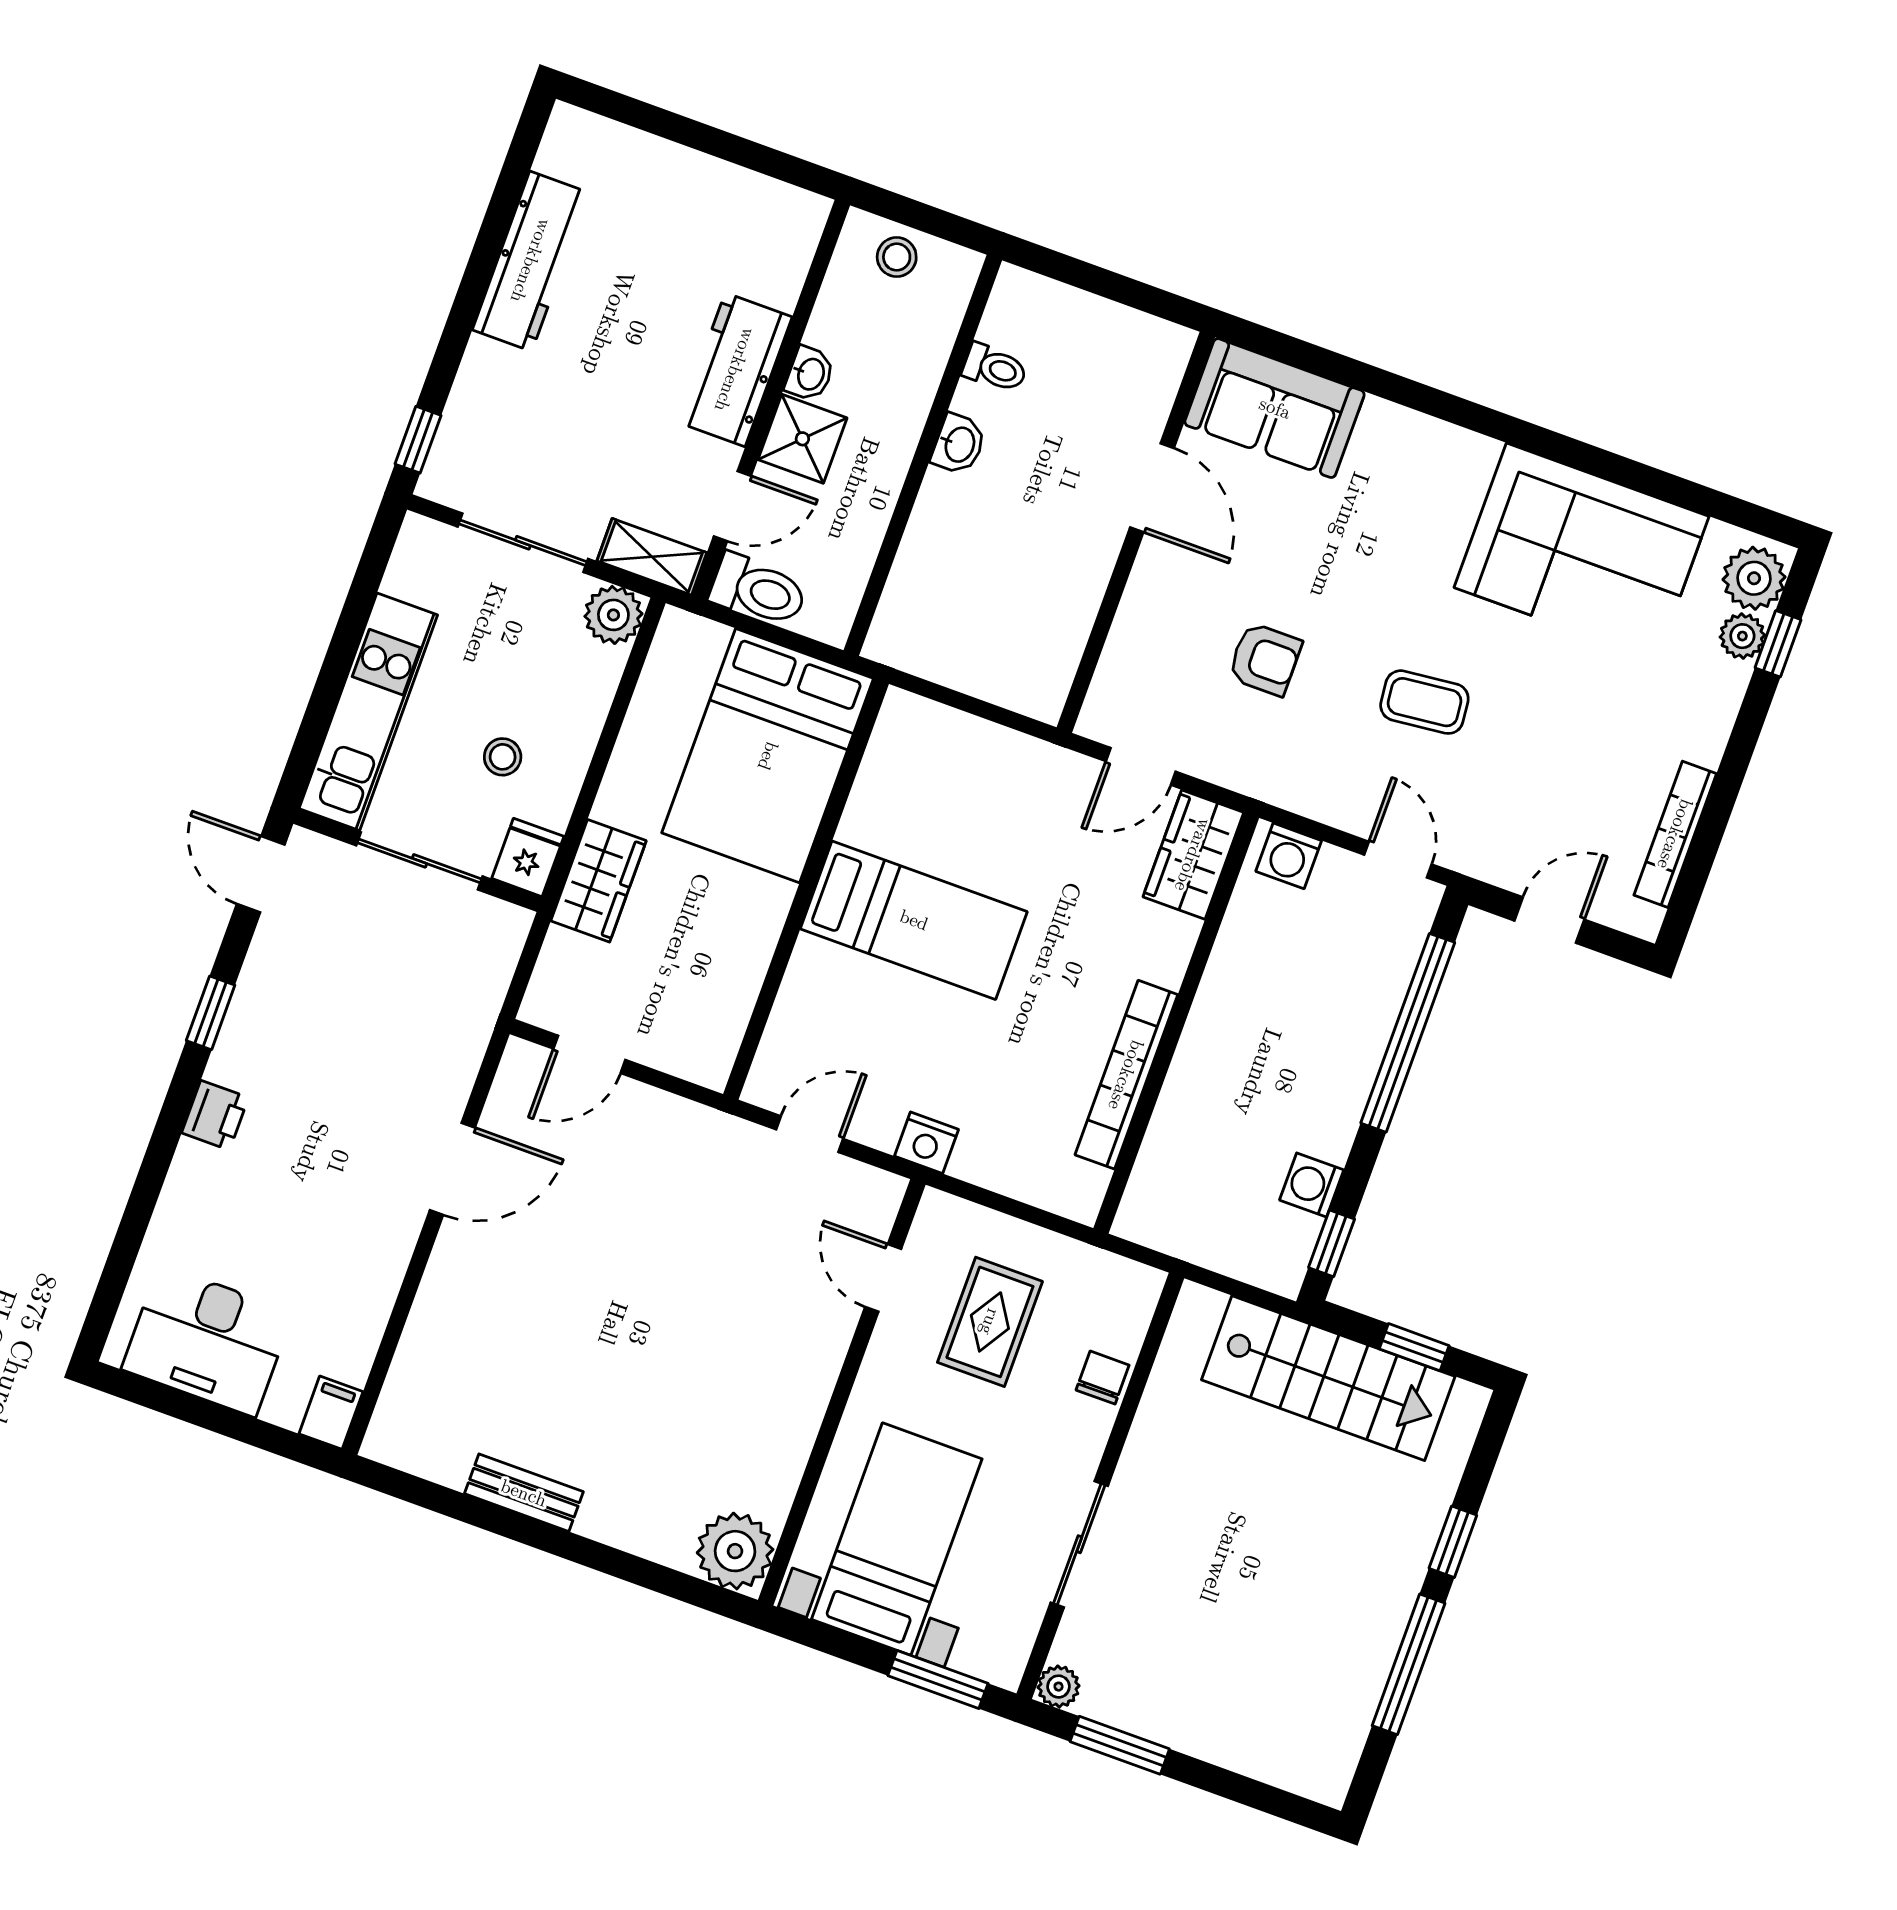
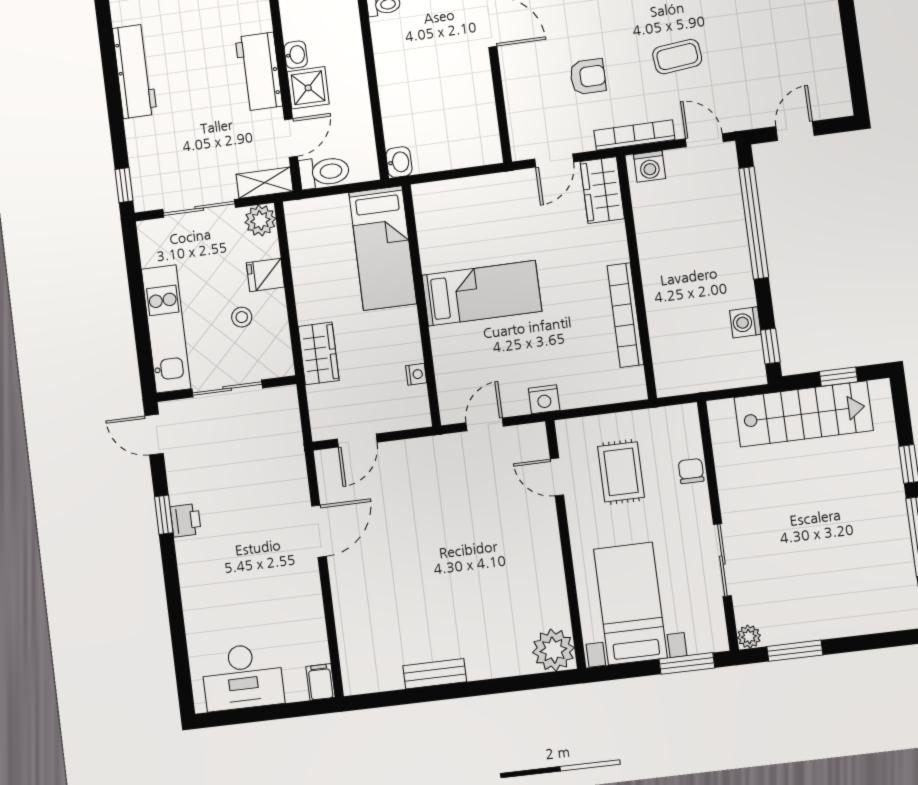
washbasin: (959, 444) -> (399, 162), moved
bed: (768, 756) -> (383, 248), width x0.67
bookcase: (1675, 834) -> (634, 135), moved, turned 90
fridge: (528, 857) -> (265, 275), moved, turned -90
nightstand: (740, 996) -> (416, 374), added
printer: (215, 1115) -> (186, 520), moved

